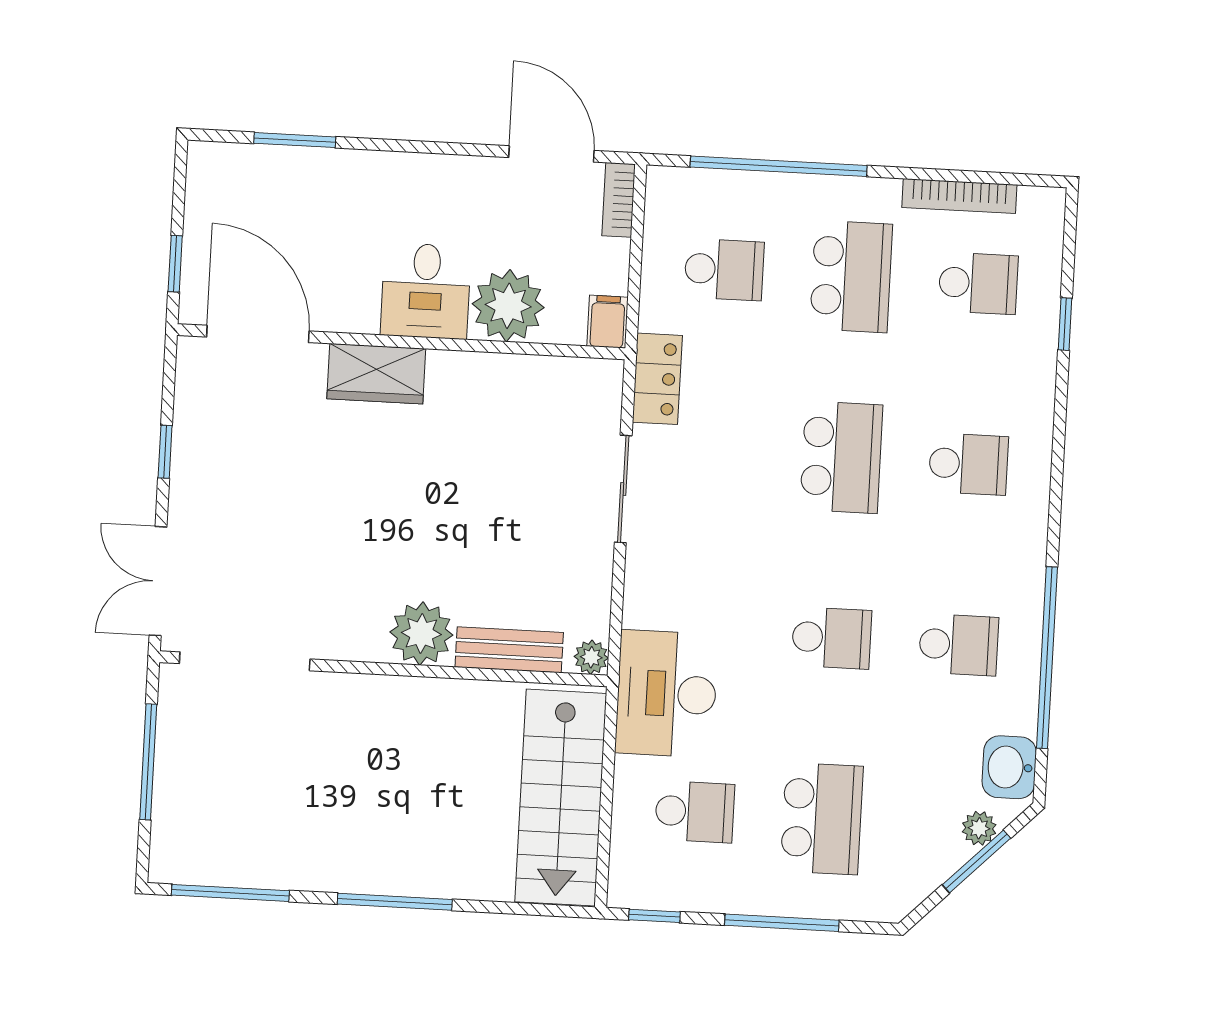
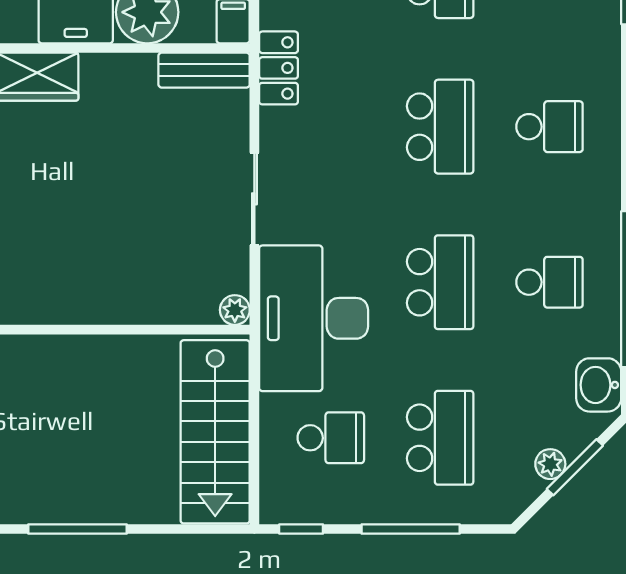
sliding door: (623, 489) -> (254, 199), moved
plant: (421, 634) -> (88, 298), removed
school desk: (832, 638) -> (440, 282), width x1.85
bench: (509, 650) -> (204, 70), moved
desk: (666, 694) -> (314, 318), width x1.36, depth x1.30
plant: (979, 828) -> (550, 464), moved

